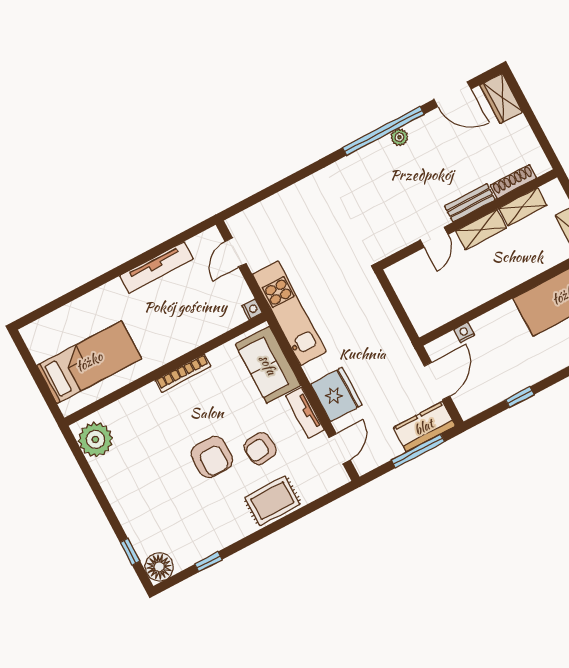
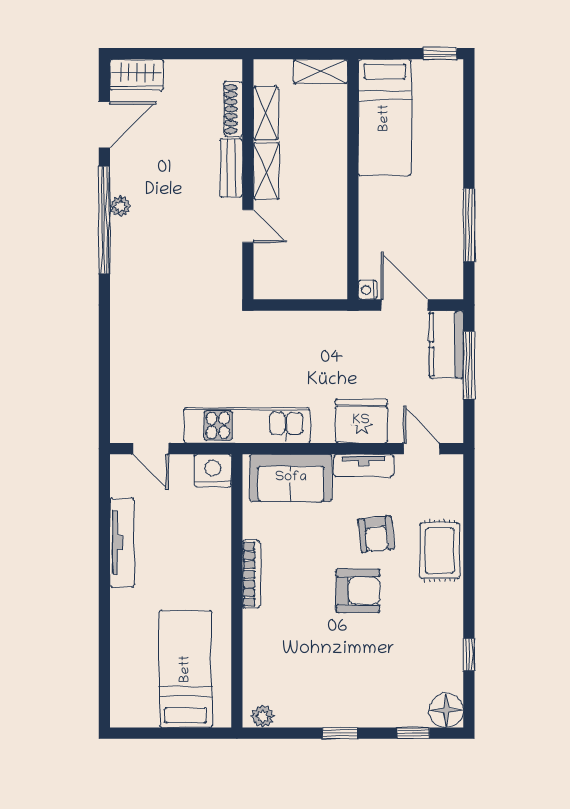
nightstand: (252, 309) -> (213, 471), width x1.89, depth x1.79
nightstand: (464, 332) -> (368, 290), moved
window: (520, 397) -> (469, 225), width x2.17
plant: (95, 439) -> (263, 716), width x0.53, depth x0.53
window: (102, 499) -> (340, 733), added

